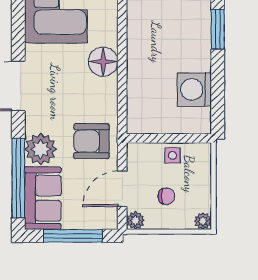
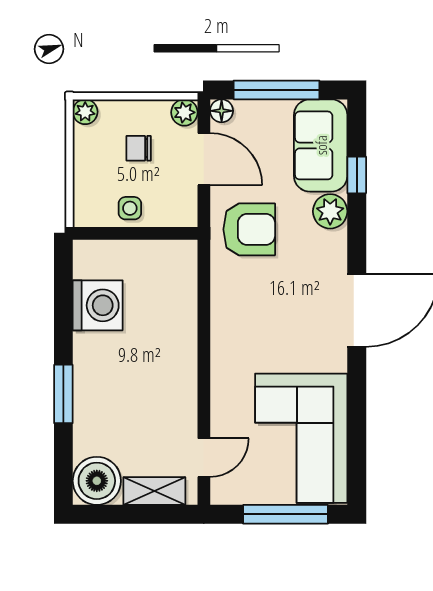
floor lamp: (103, 62) -> (222, 111), moved, width x0.53, depth x0.53
plant: (41, 149) -> (330, 211), width x0.73, depth x0.73
window: (18, 178) -> (357, 175), width x0.32
door: (122, 189) -> (204, 159), hinge flipped

